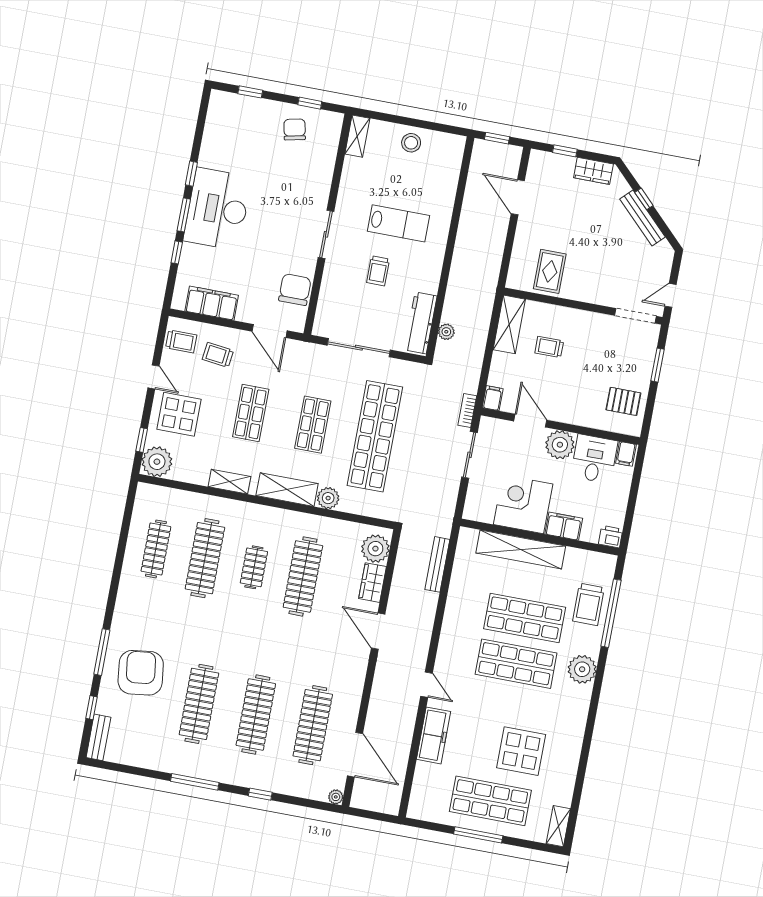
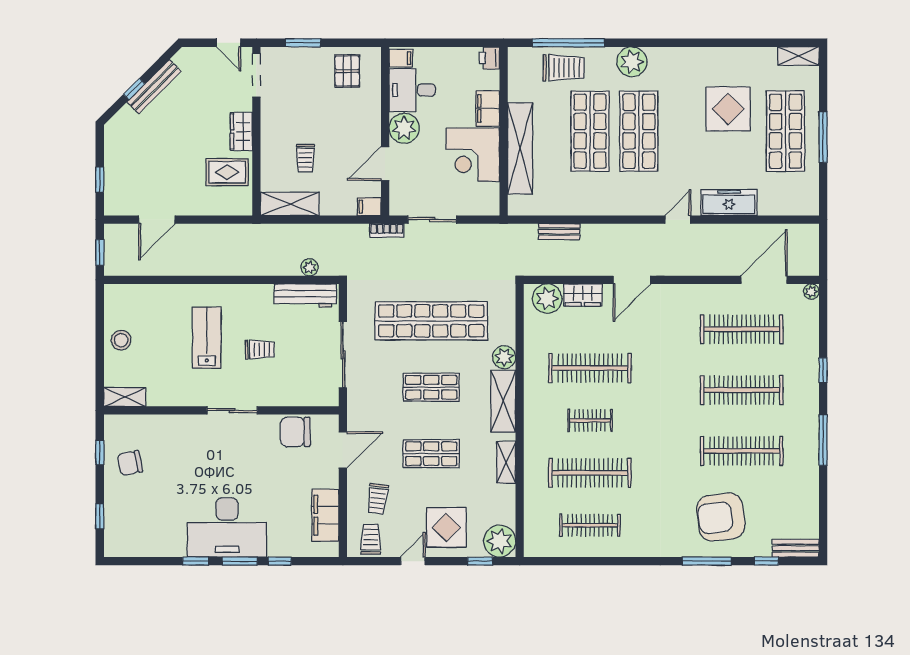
wardrobe: (593, 171) -> (241, 132), moved, turned 180
bench: (437, 564) -> (559, 232), width x0.73

